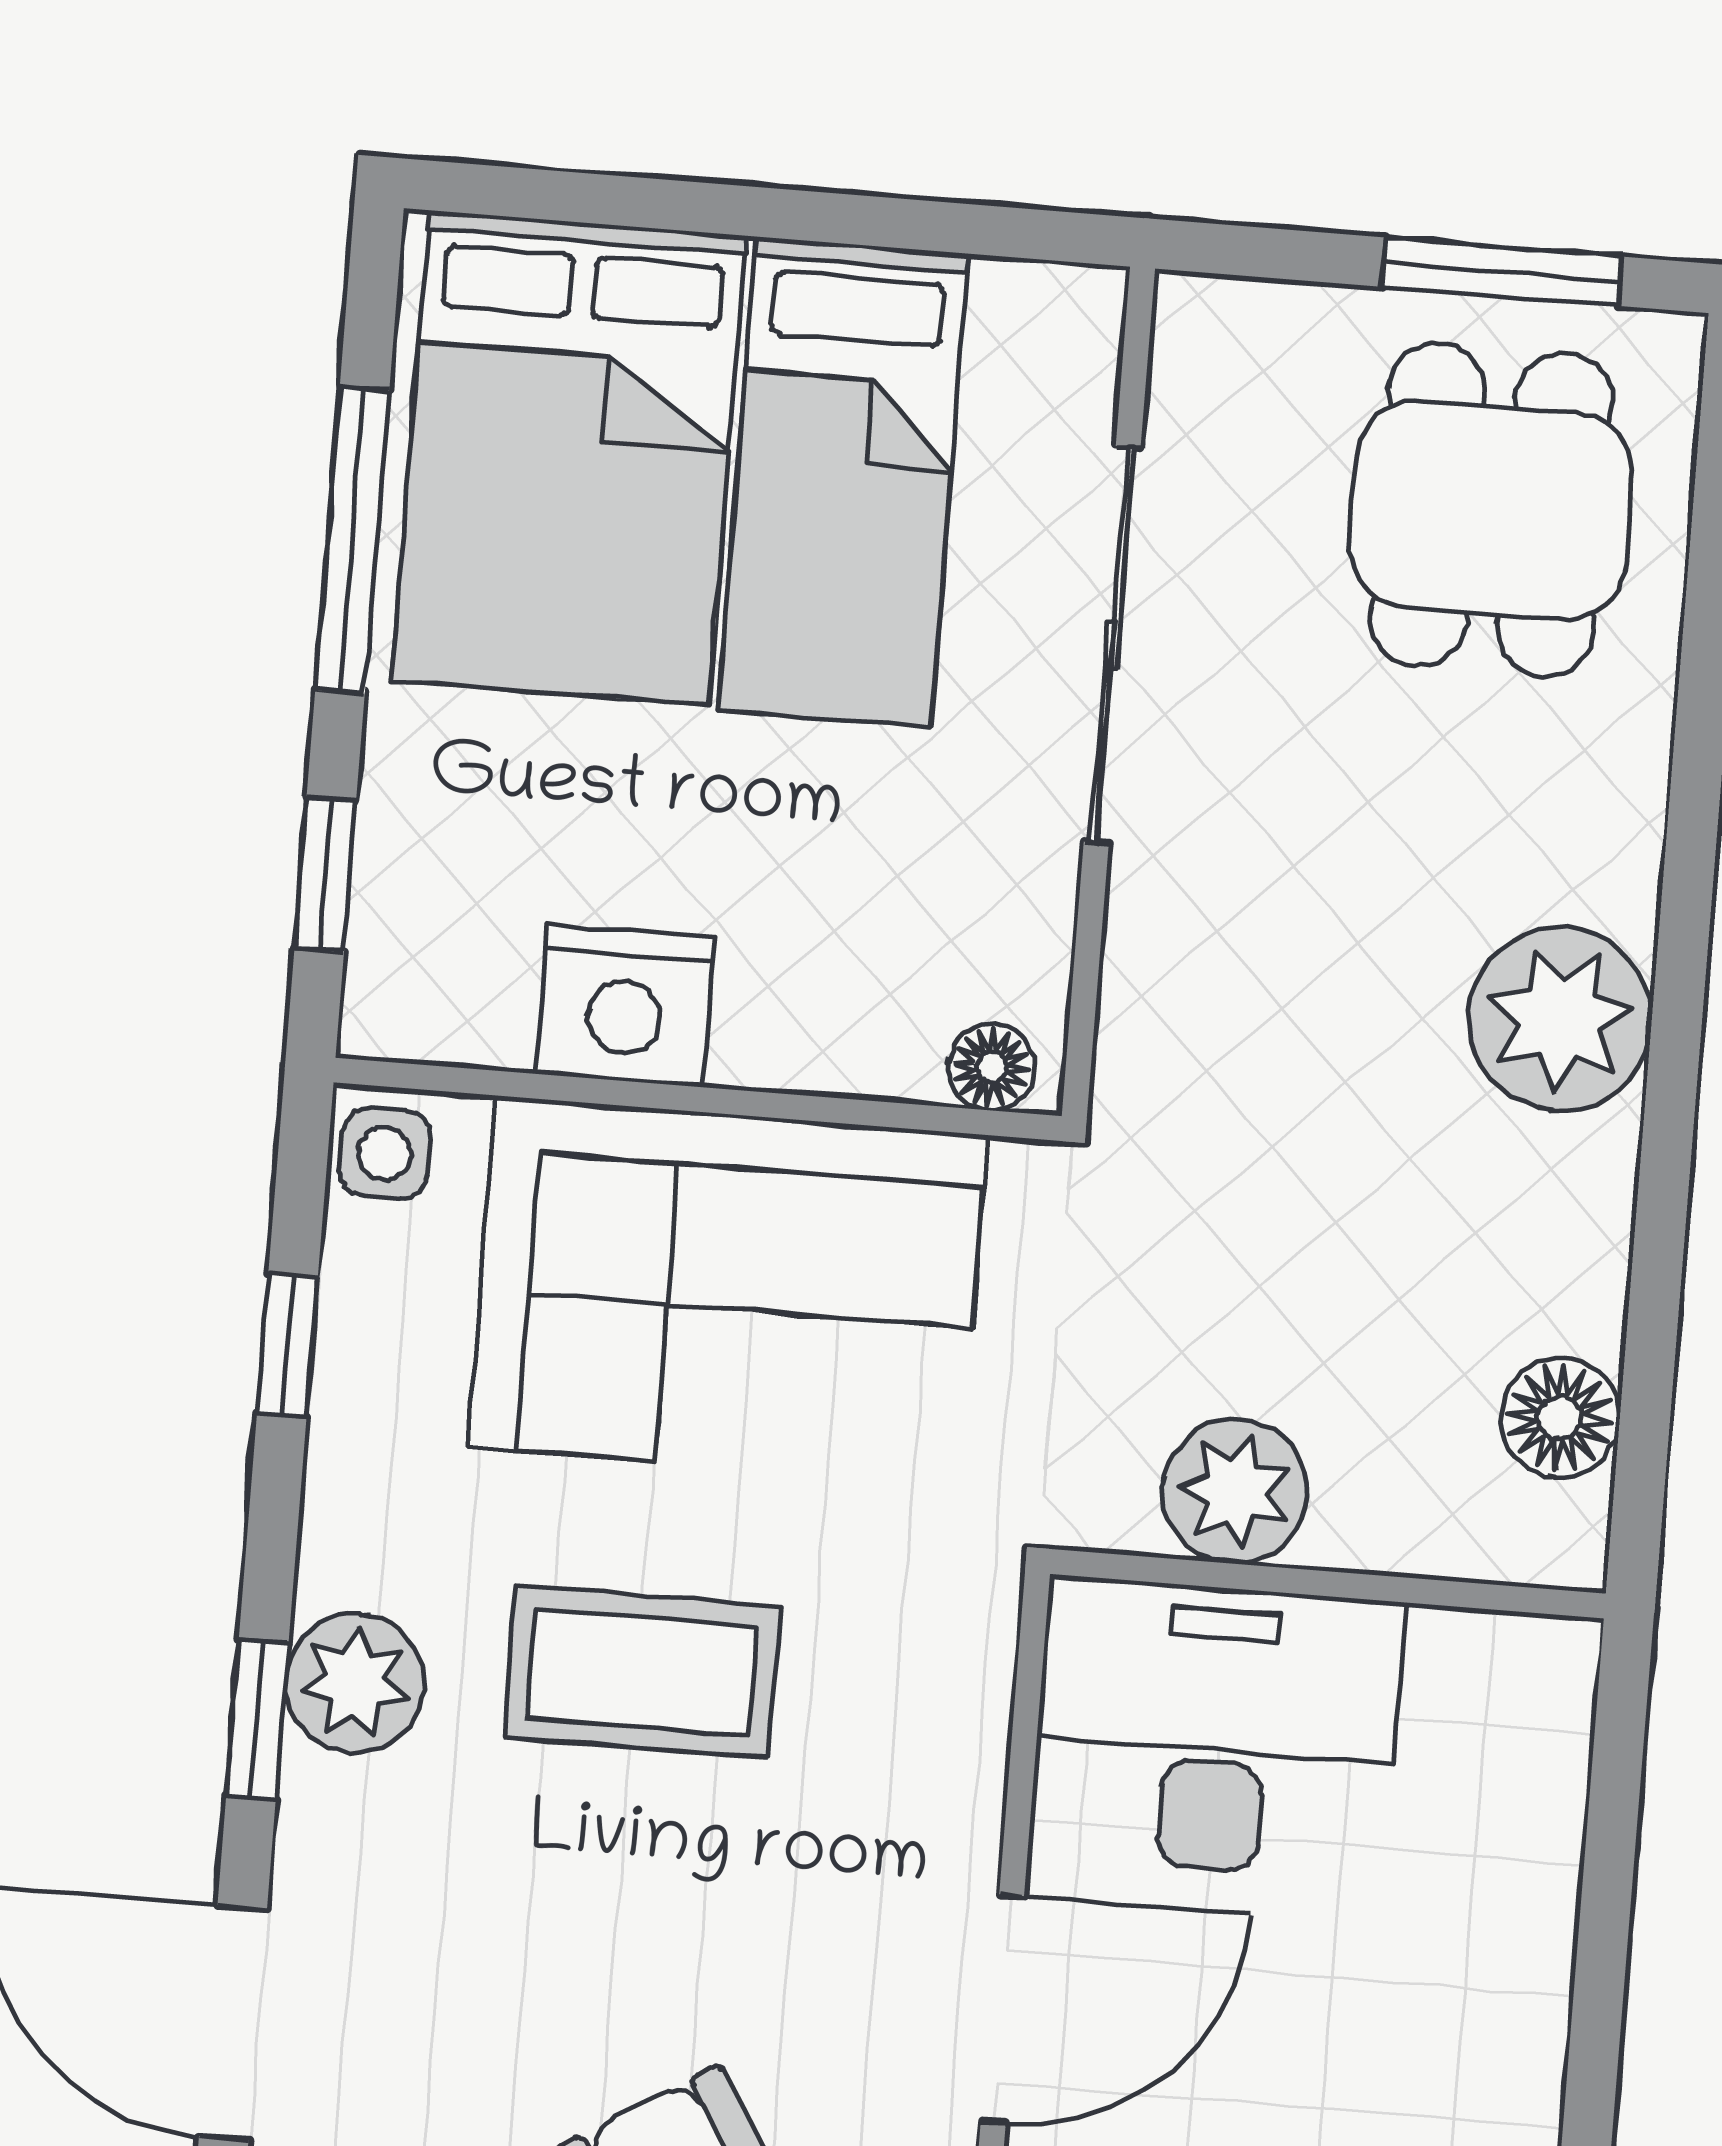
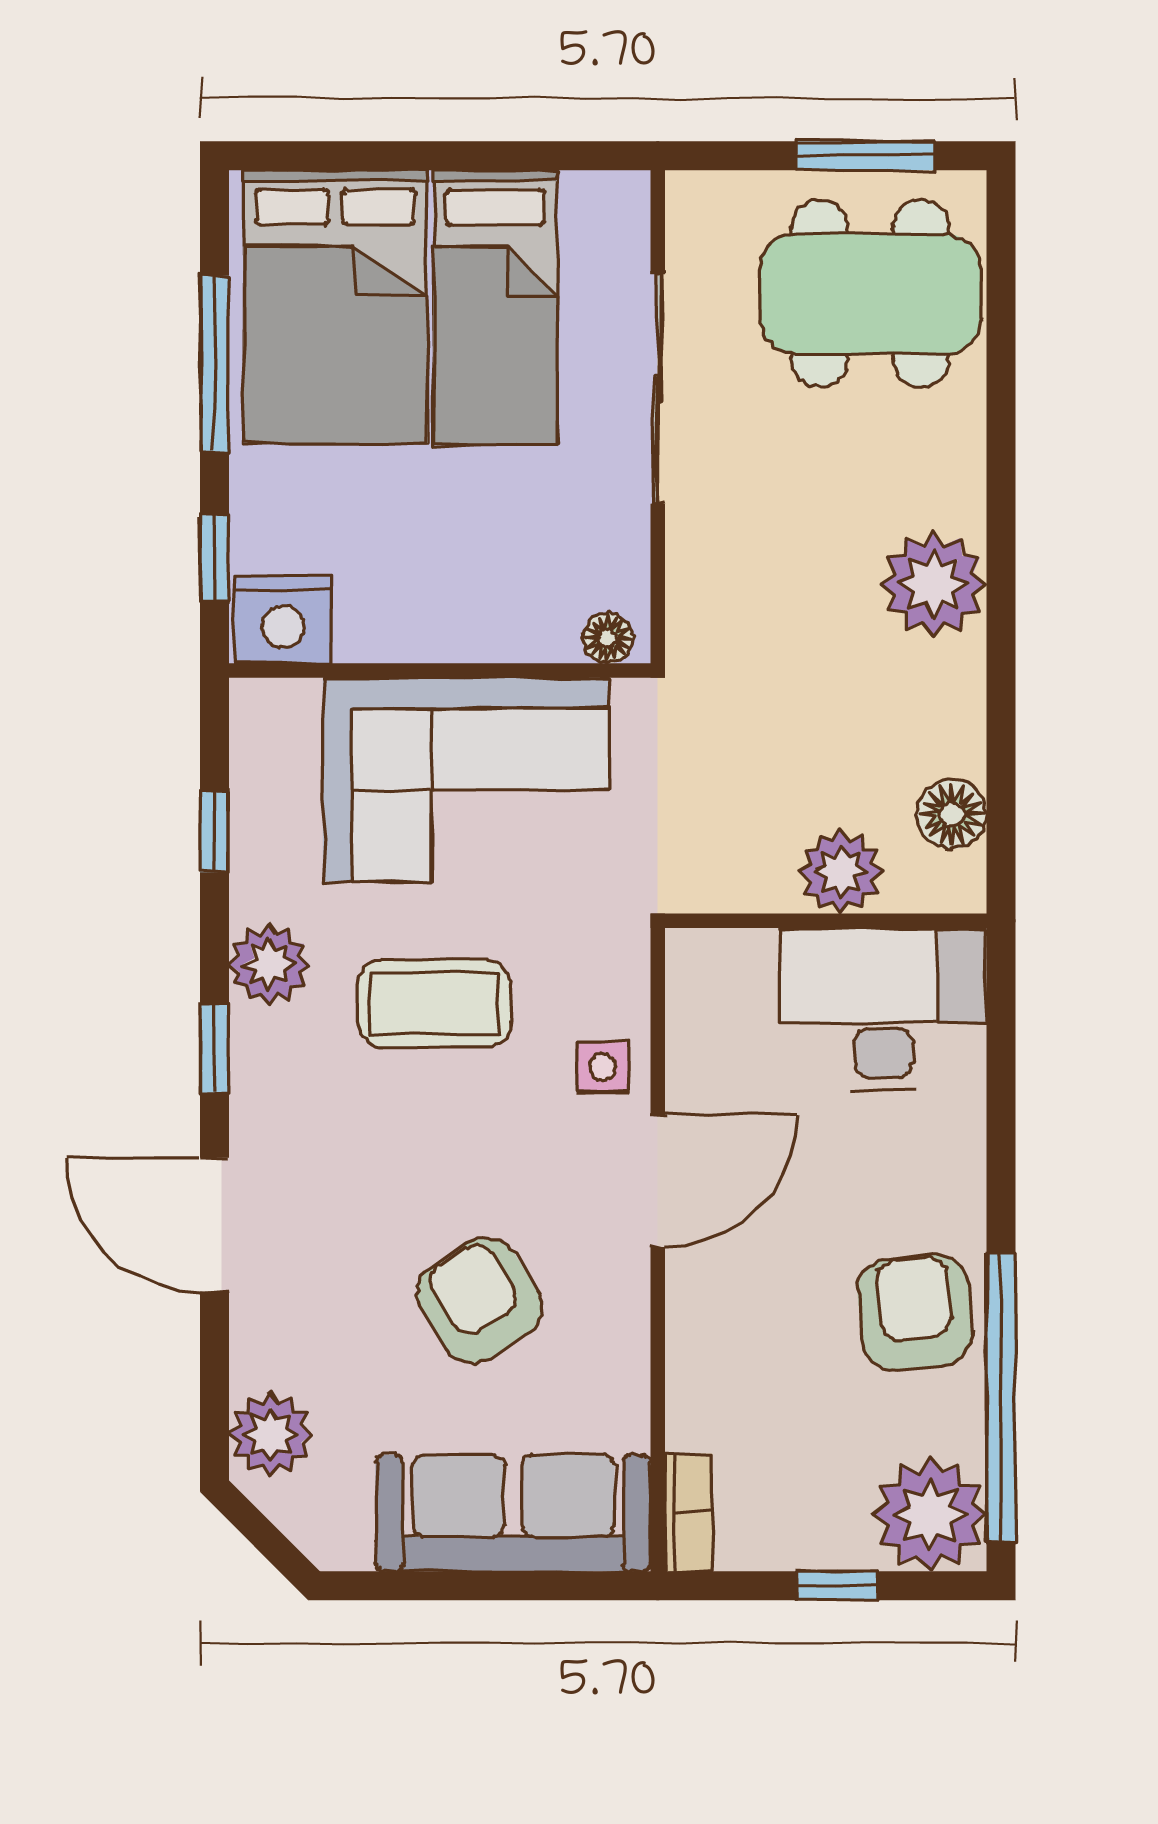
dining table: (1491, 510) -> (870, 294), width x1.37
nightstand: (625, 1006) -> (283, 620), moved
side table: (385, 1153) -> (603, 1067), moved
plant: (1235, 1491) -> (841, 872), moved
plant: (355, 1683) -> (269, 964), moved
desk: (1217, 1728) -> (883, 1009), moved

